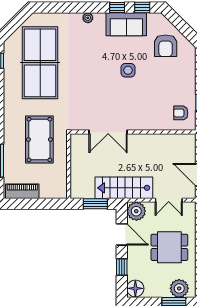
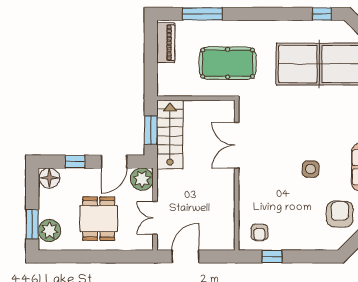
armchair: (166, 46) -> (340, 214), turned 90
armchair: (181, 113) -> (259, 232), turned 180
stairs: (124, 188) -> (170, 134), moved

